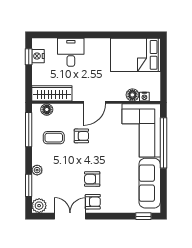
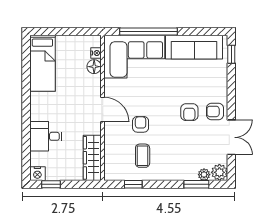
bed: (135, 55) -> (42, 63), width x0.67
nightstand: (38, 56) -> (37, 174), moved
floor lamp: (47, 110) -> (111, 164), removed
window: (29, 130) -> (133, 184), width x0.46
plant: (37, 170) -> (204, 175), moved
armchair: (93, 202) -> (215, 111), turned -90
double door: (70, 216) -> (231, 137), swing flipped

